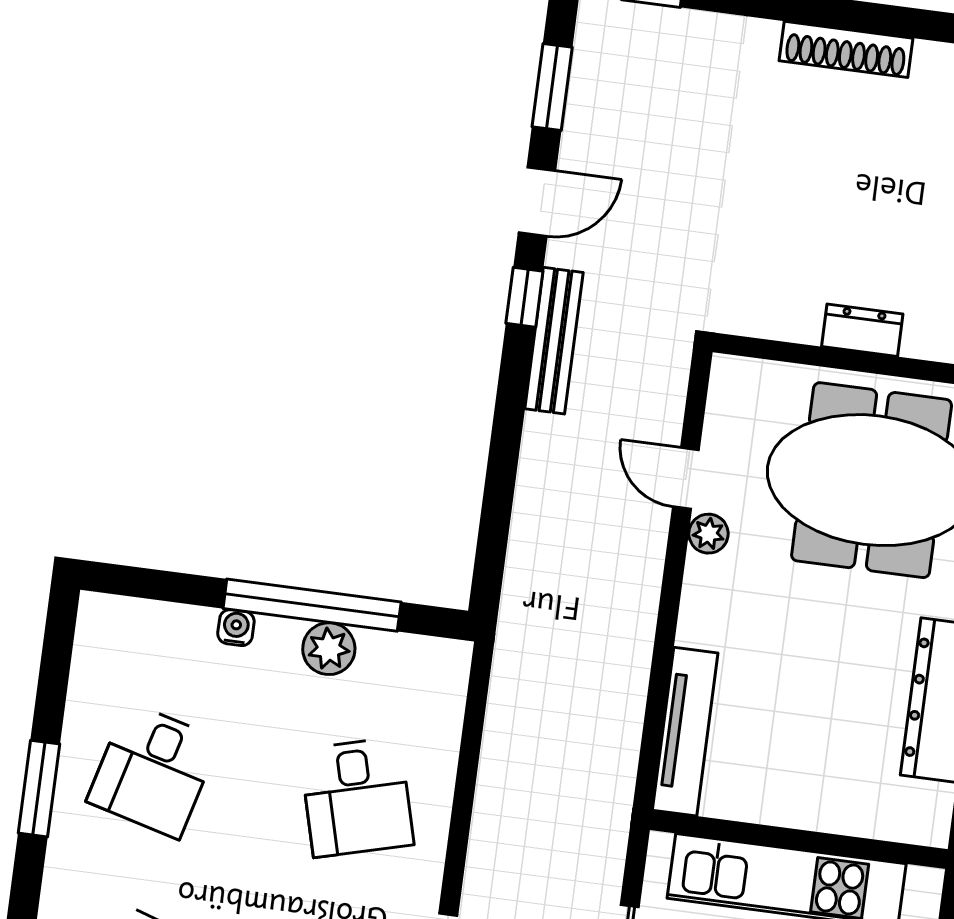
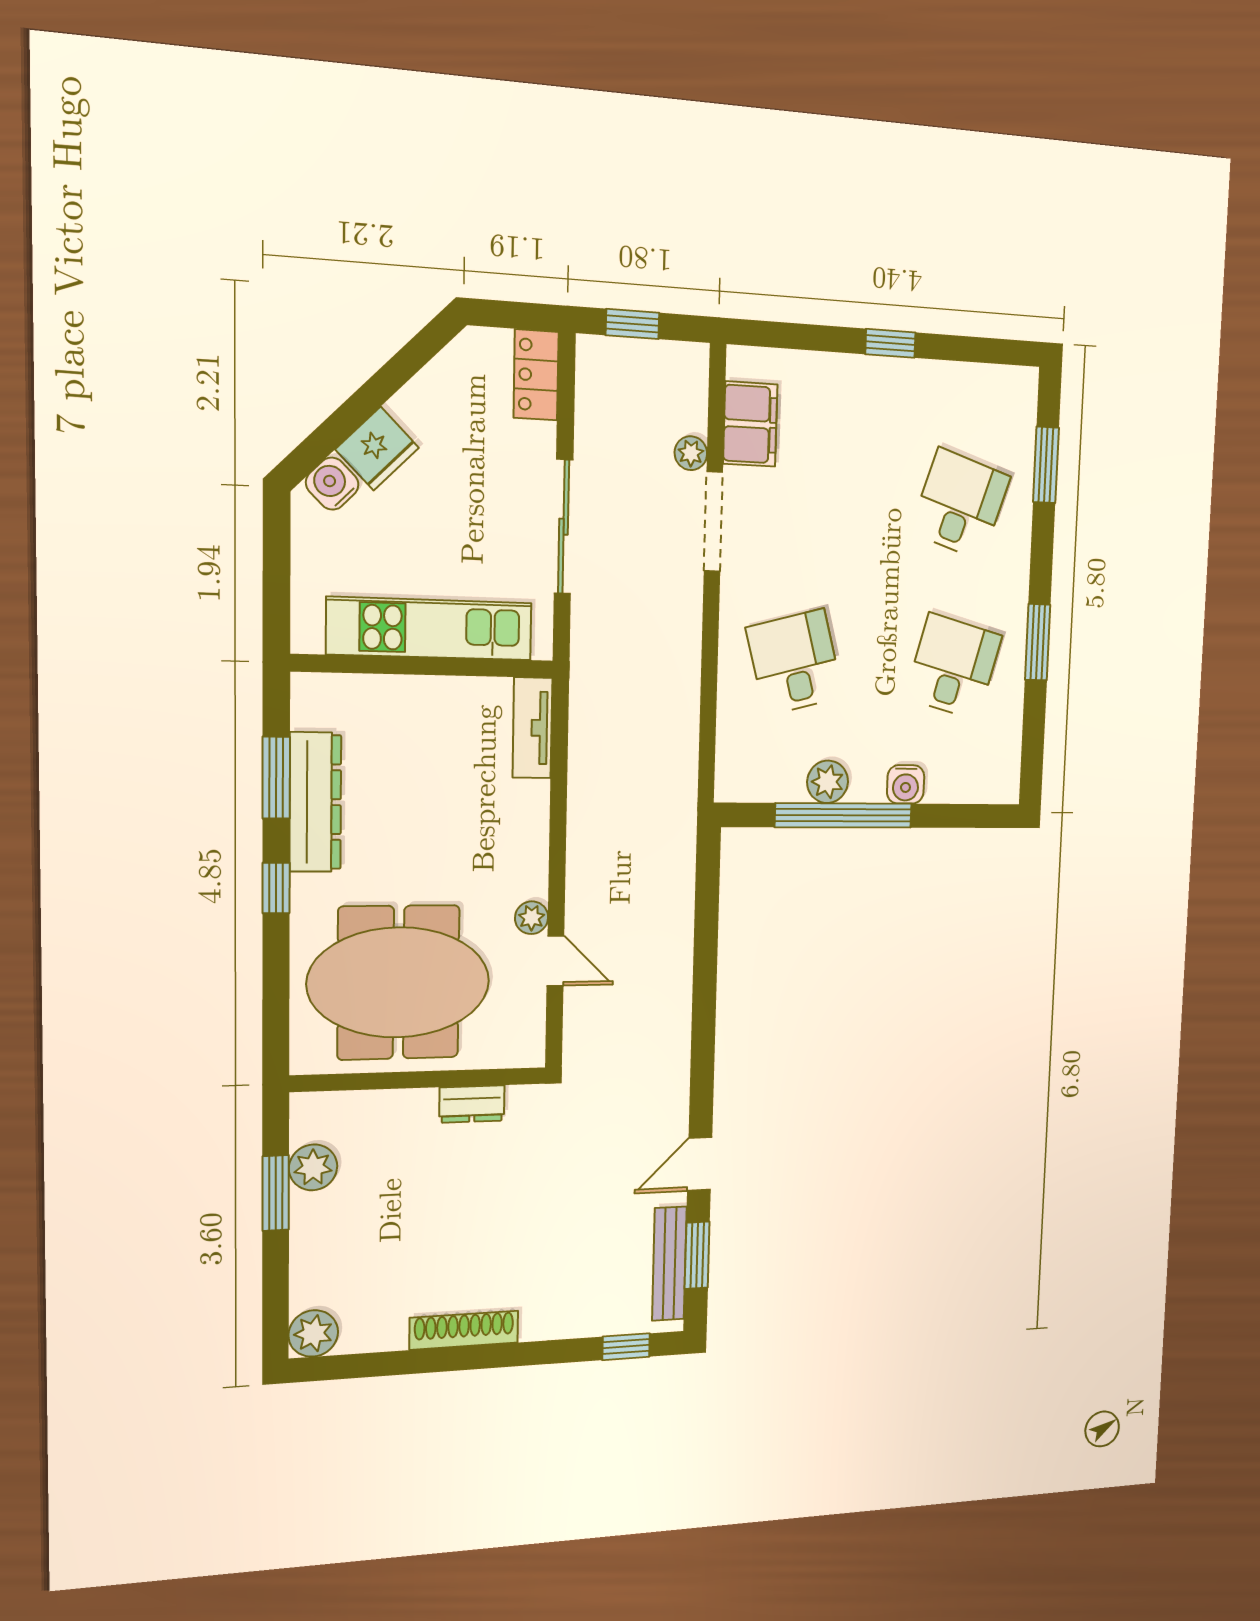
window: (524, 297) -> (702, 1087), removed
dresser: (862, 330) -> (472, 1104), moved
bench: (554, 341) -> (669, 1264), moved
water cooler: (236, 628) -> (906, 784), width x1.38, depth x1.38
tv unit: (685, 732) -> (532, 728), width x0.71

